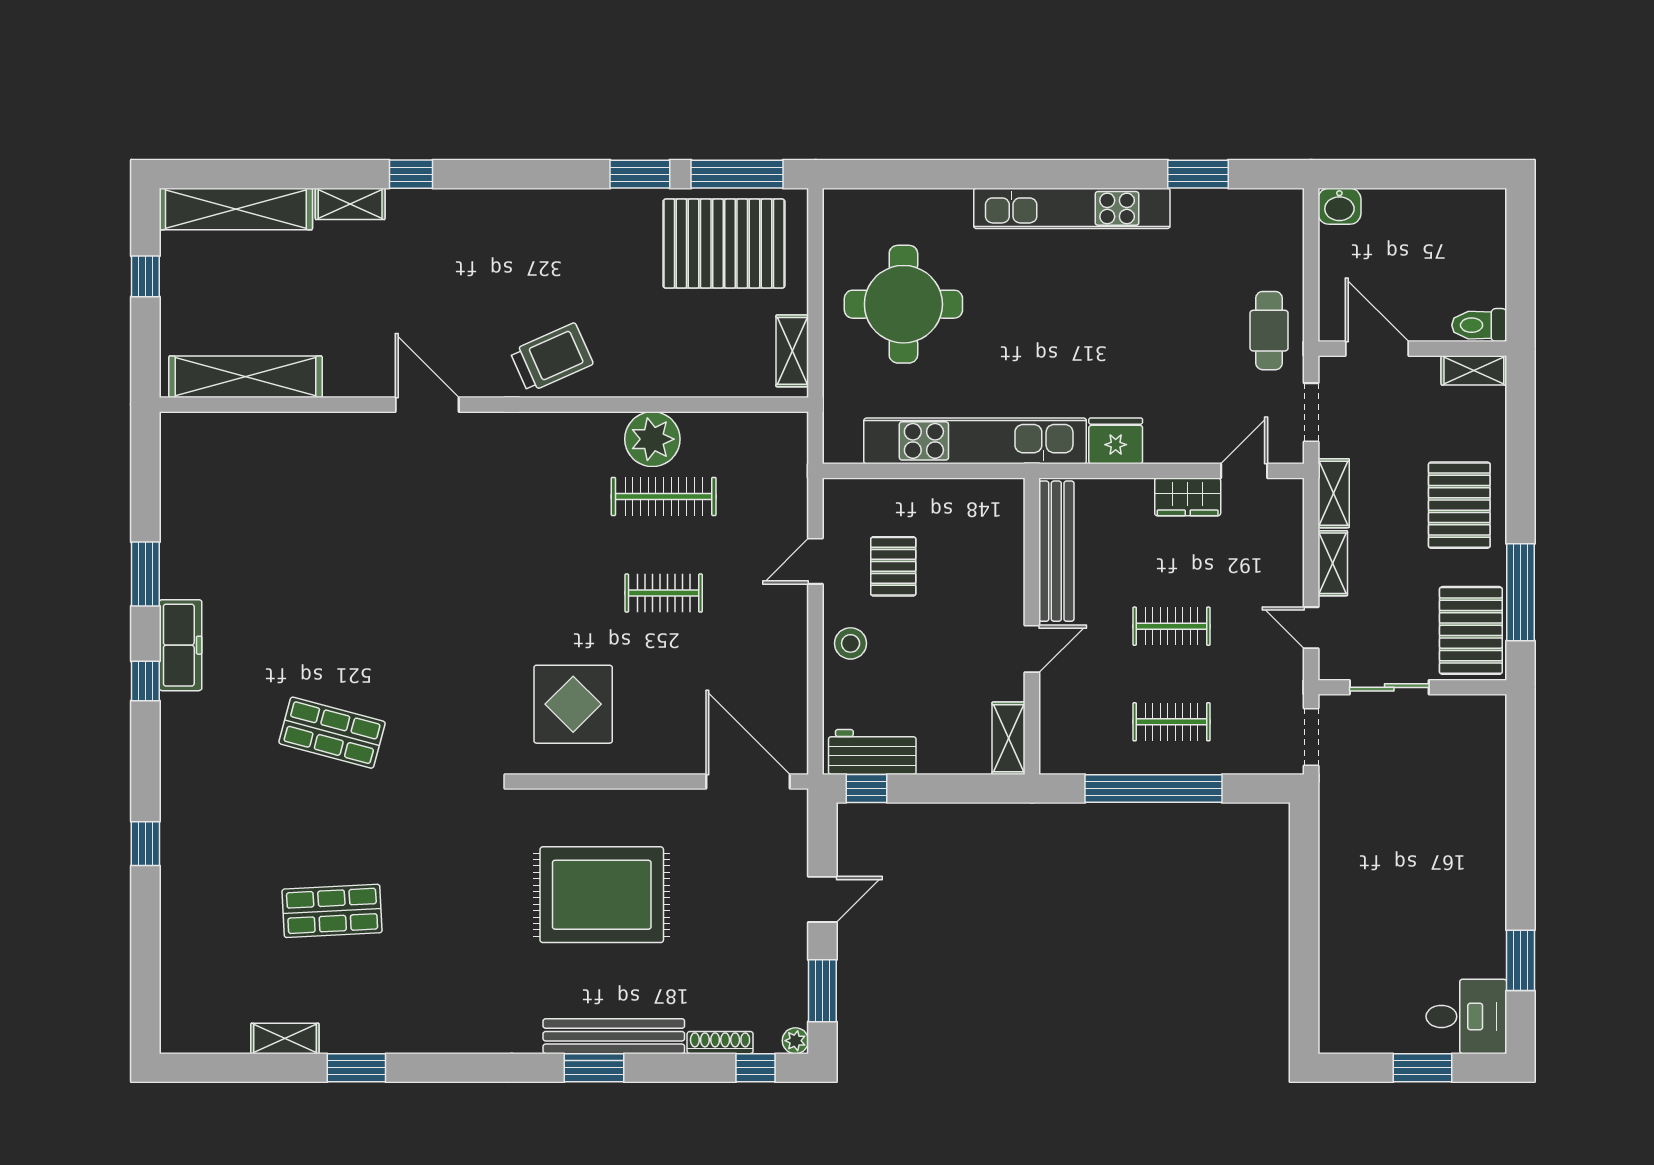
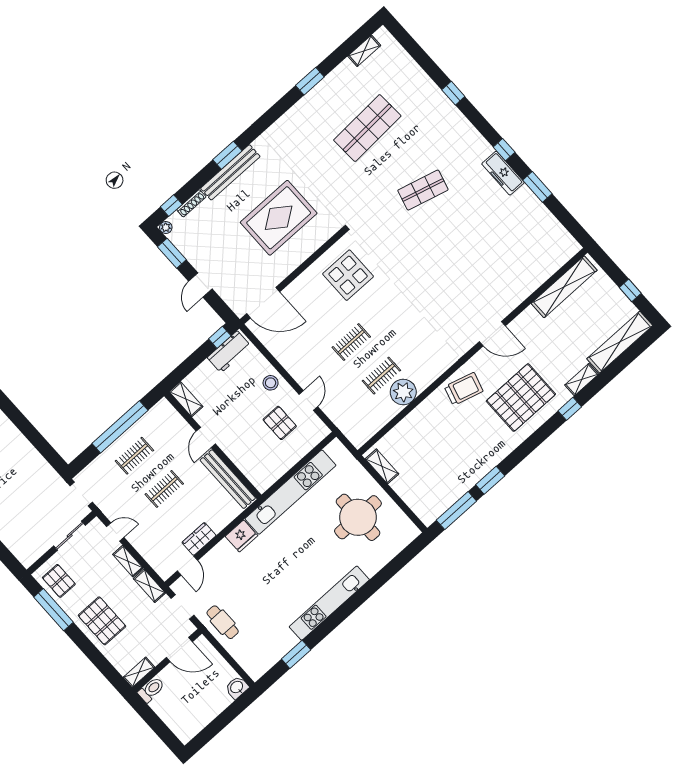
pallet: (724, 244) -> (521, 398), moved
trolley: (552, 358) -> (464, 389), turned -140
clothes rail: (664, 496) -> (381, 376), width x0.73
pallet: (1471, 630) -> (59, 581), width x0.67, depth x0.71
shop shelf: (332, 911) -> (367, 128), width x1.43, depth x1.36
shelving: (285, 1038) -> (364, 51), moved

